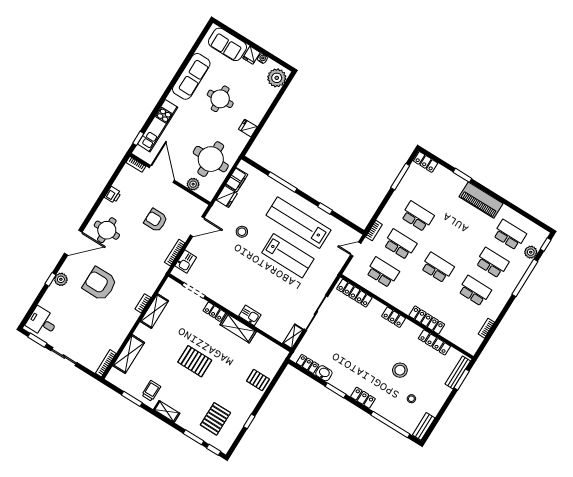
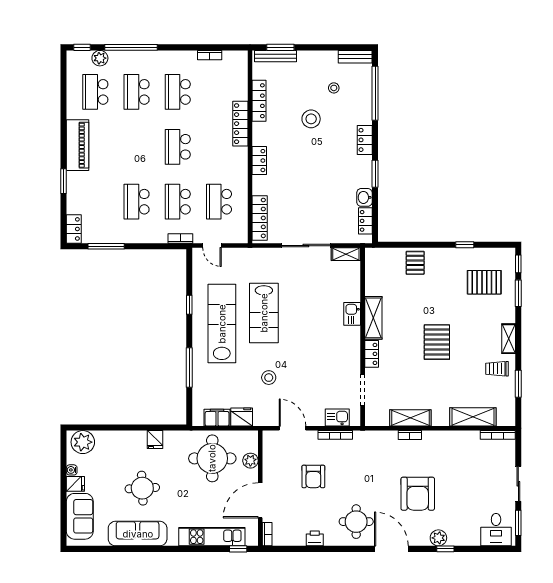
lab bench: (299, 223) -> (222, 324), turned 180
lab bench: (288, 256) -> (264, 313), turned 180

